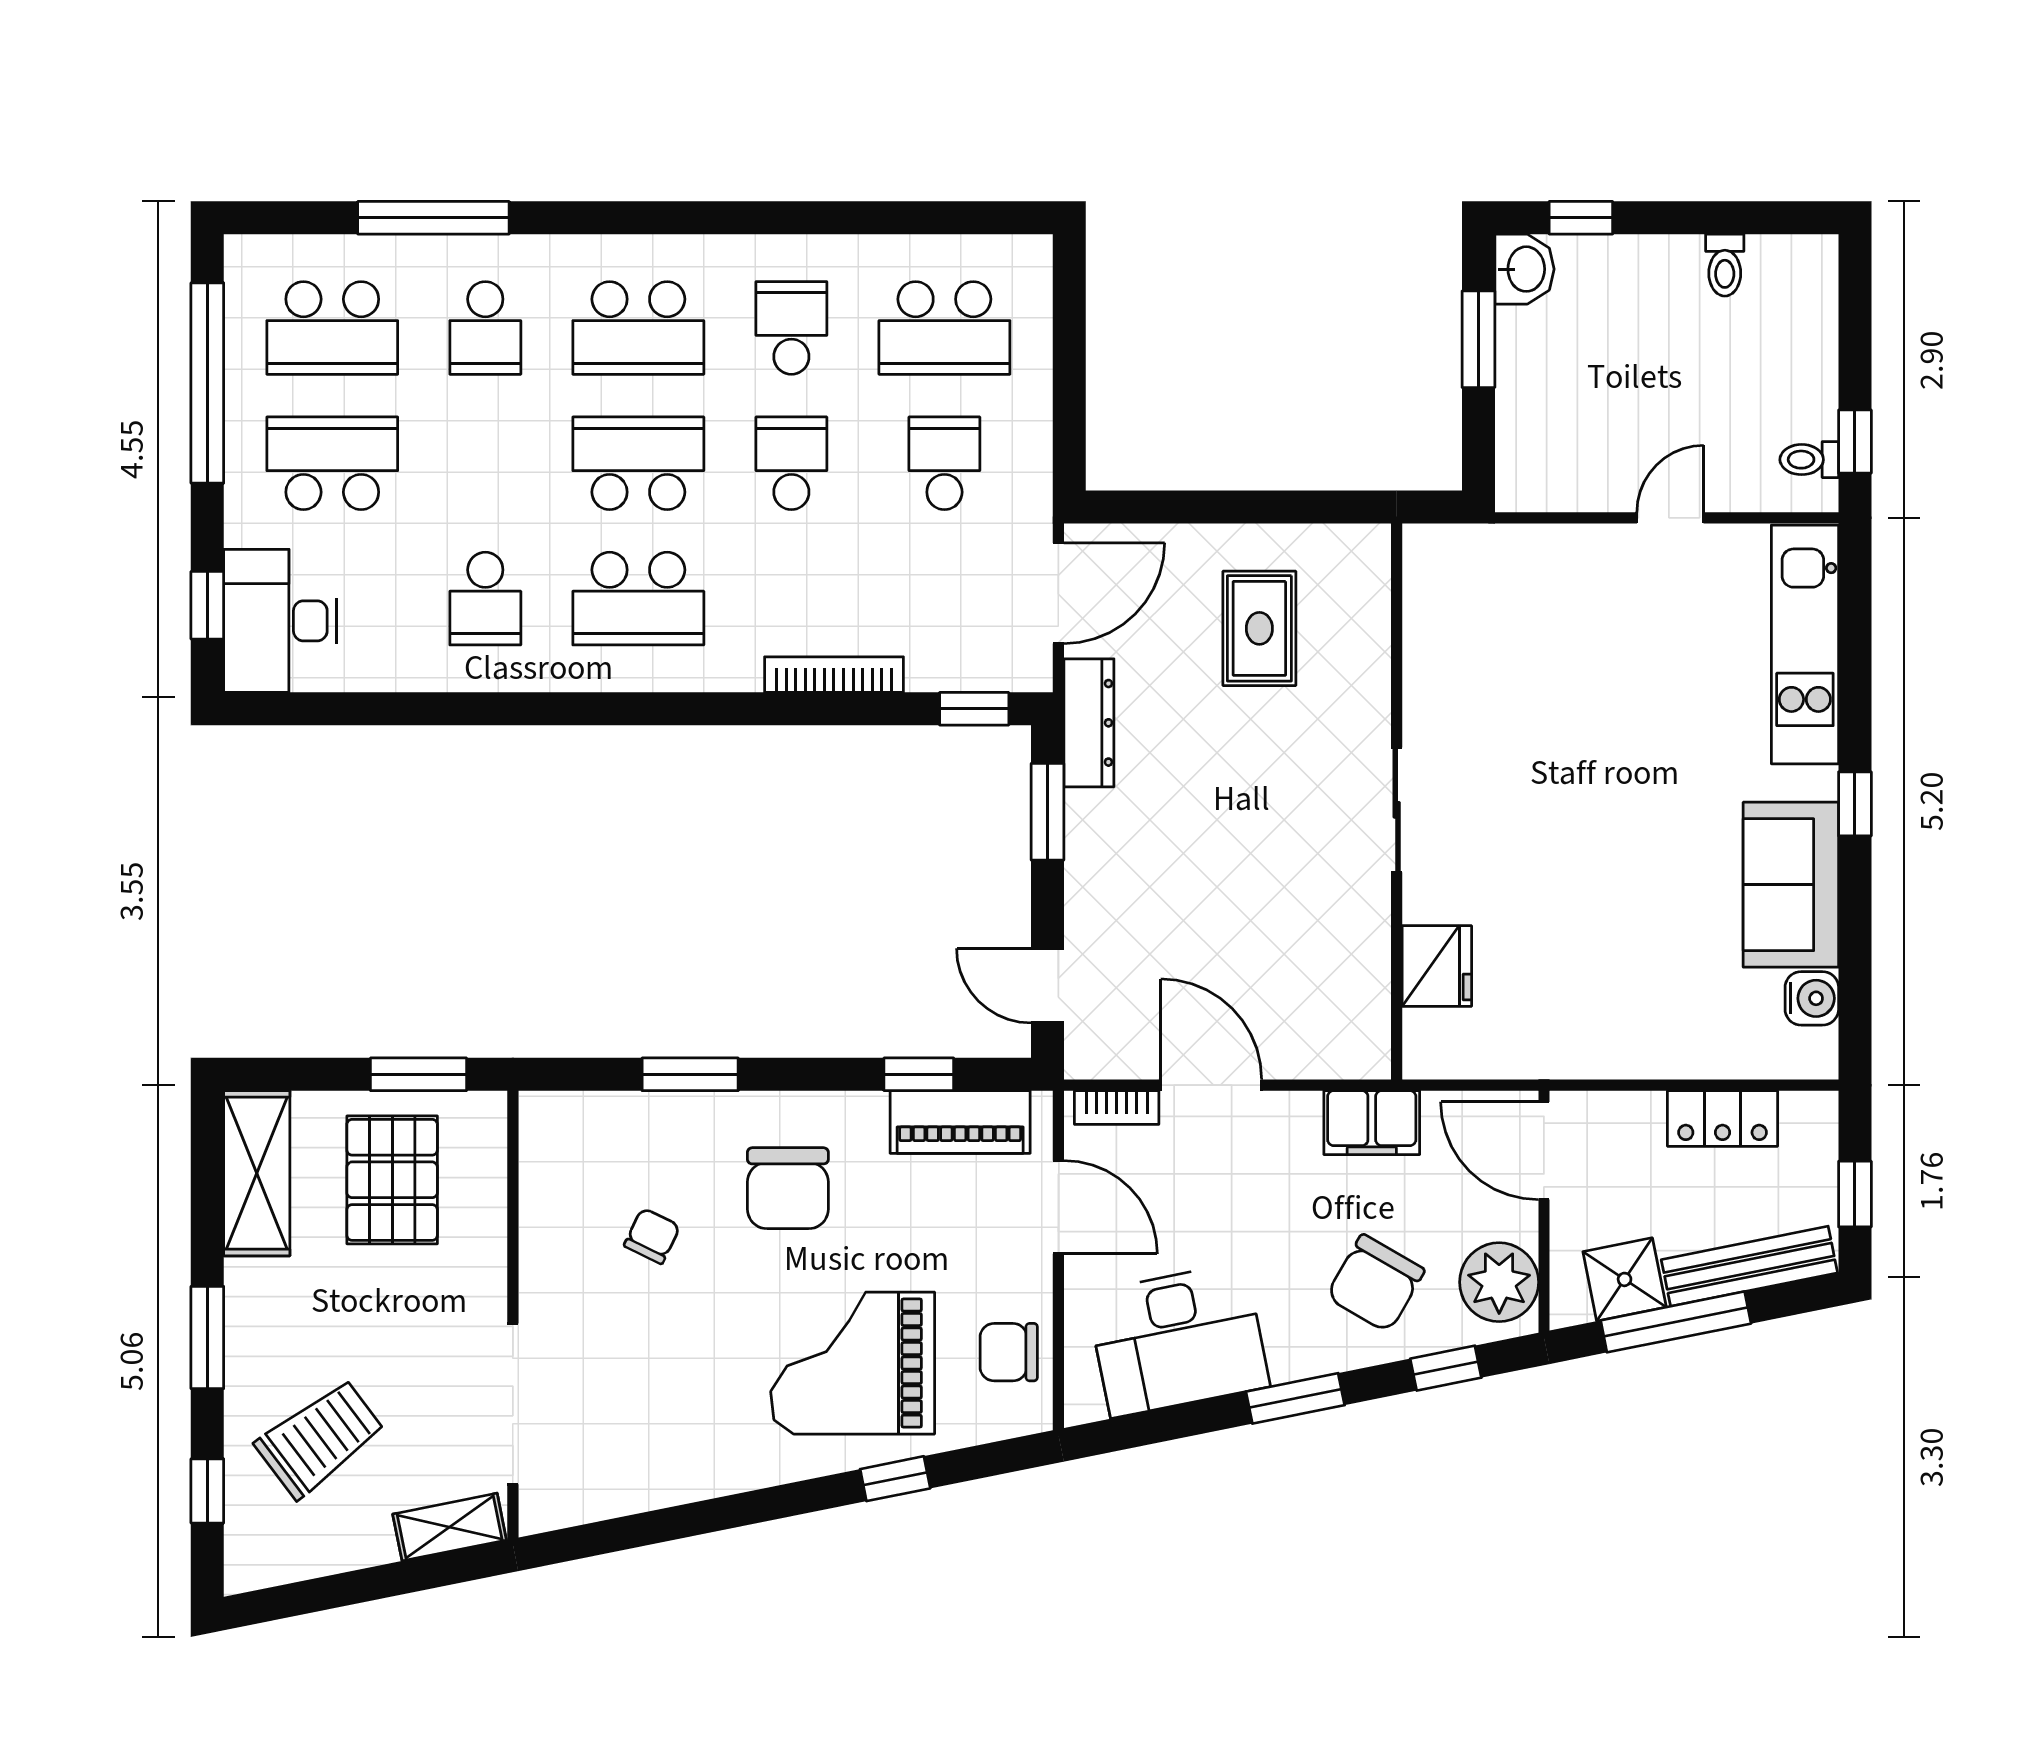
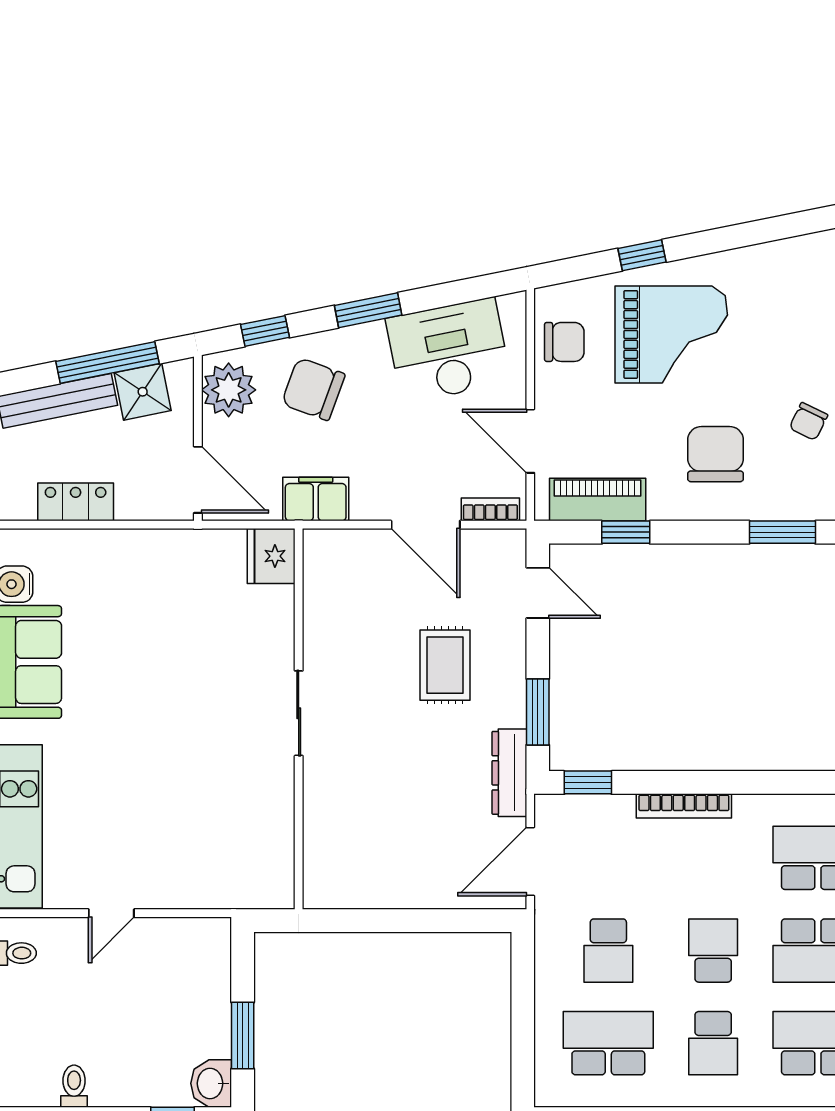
school desk: (791, 463) -> (713, 951), turned 180
rug: (1259, 628) -> (445, 665), moved
fridge: (1437, 966) -> (271, 556), moved
chair: (1375, 1283) -> (313, 389), turned -100

